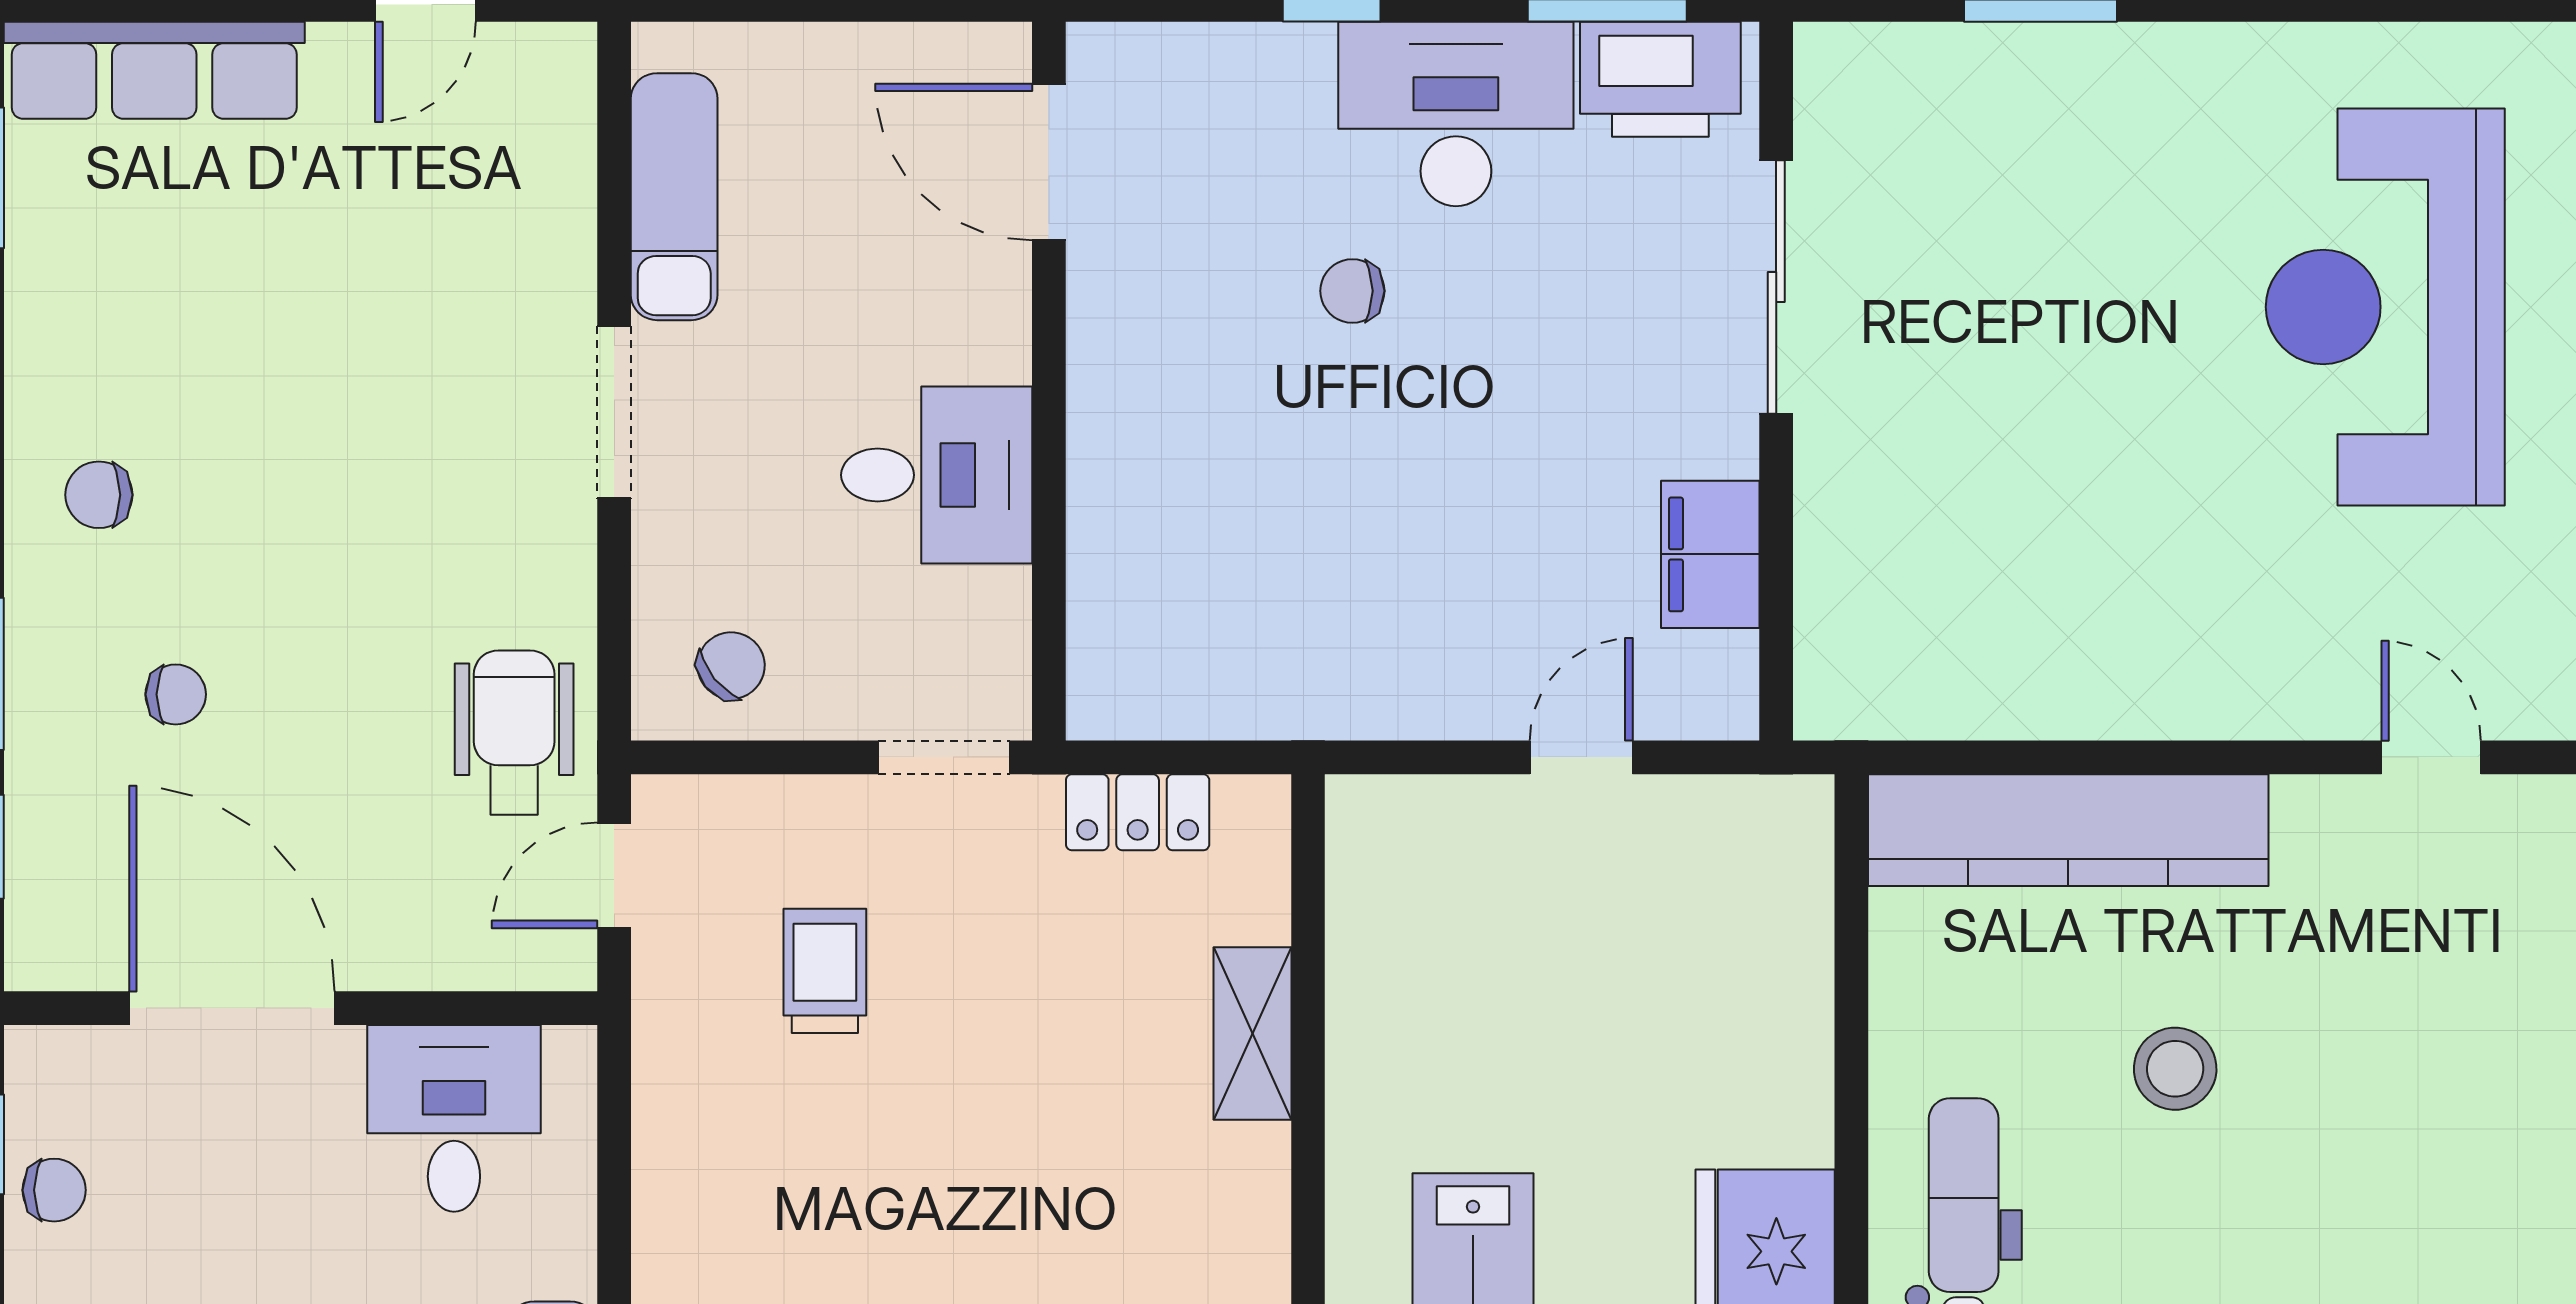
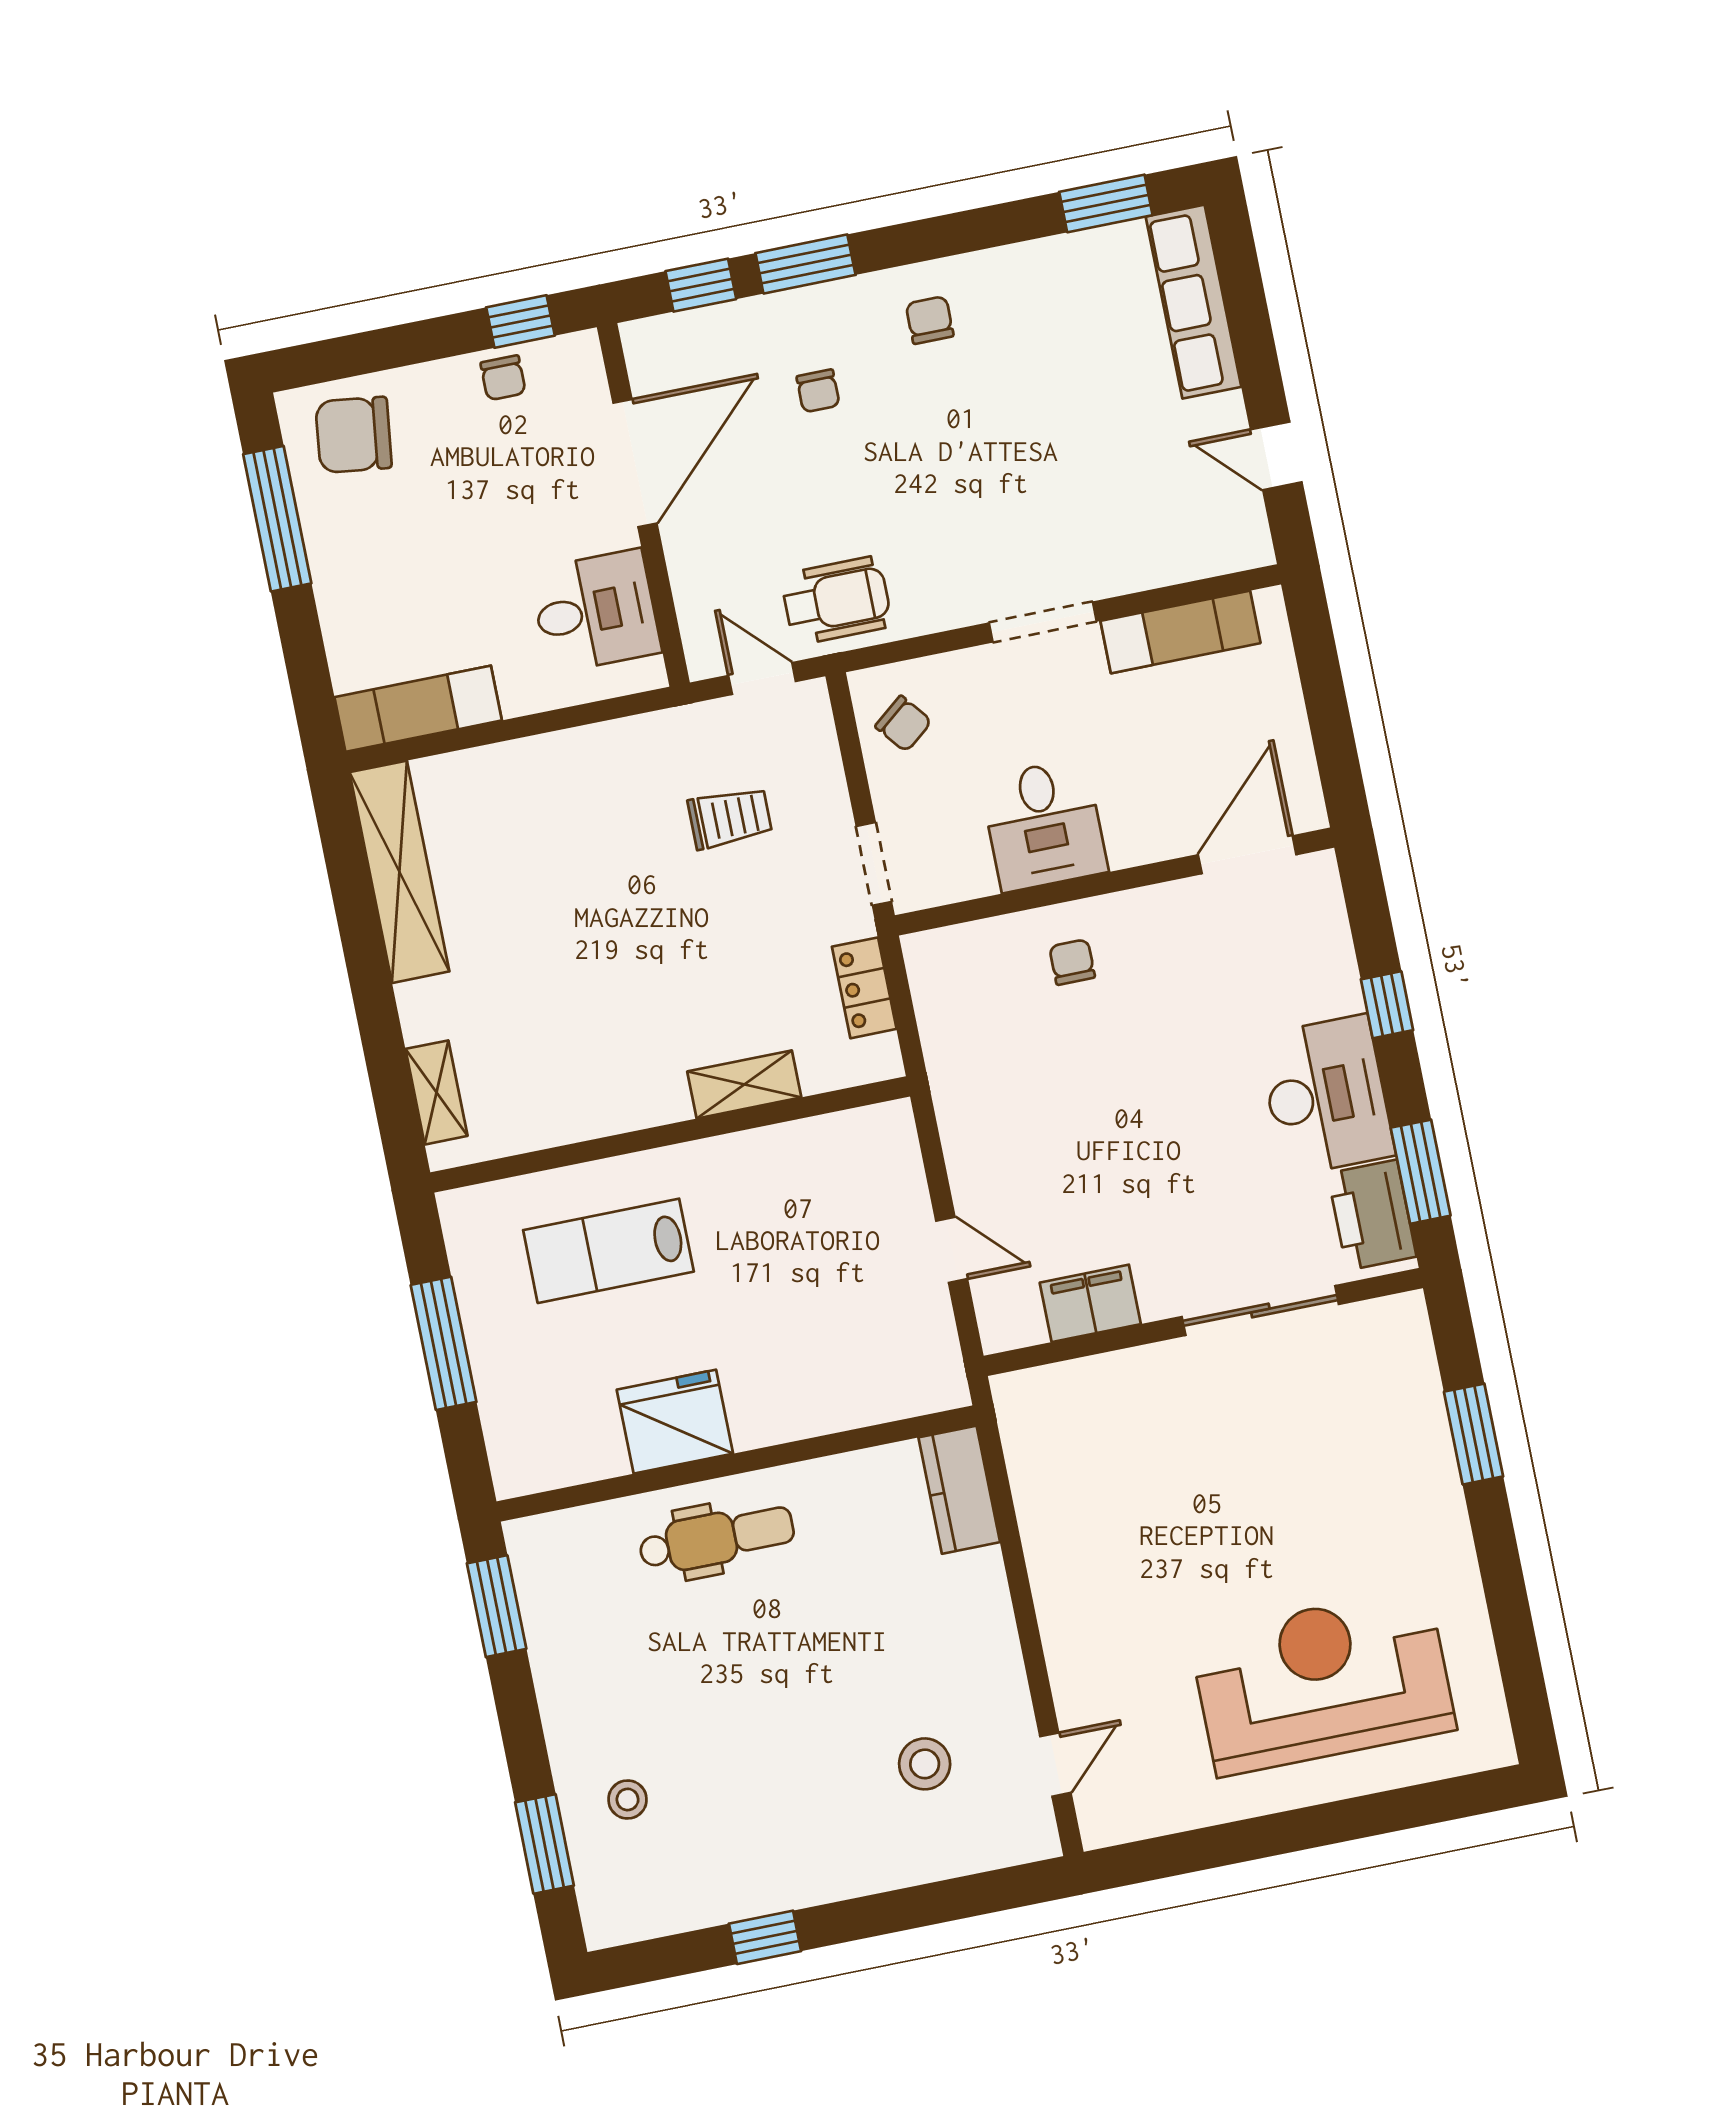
chair: (1352, 291) -> (1072, 962), moved
kitchen counter: (2068, 830) -> (959, 1490), width x0.48, depth x0.86
stool: (2175, 1069) -> (925, 1764), moved

